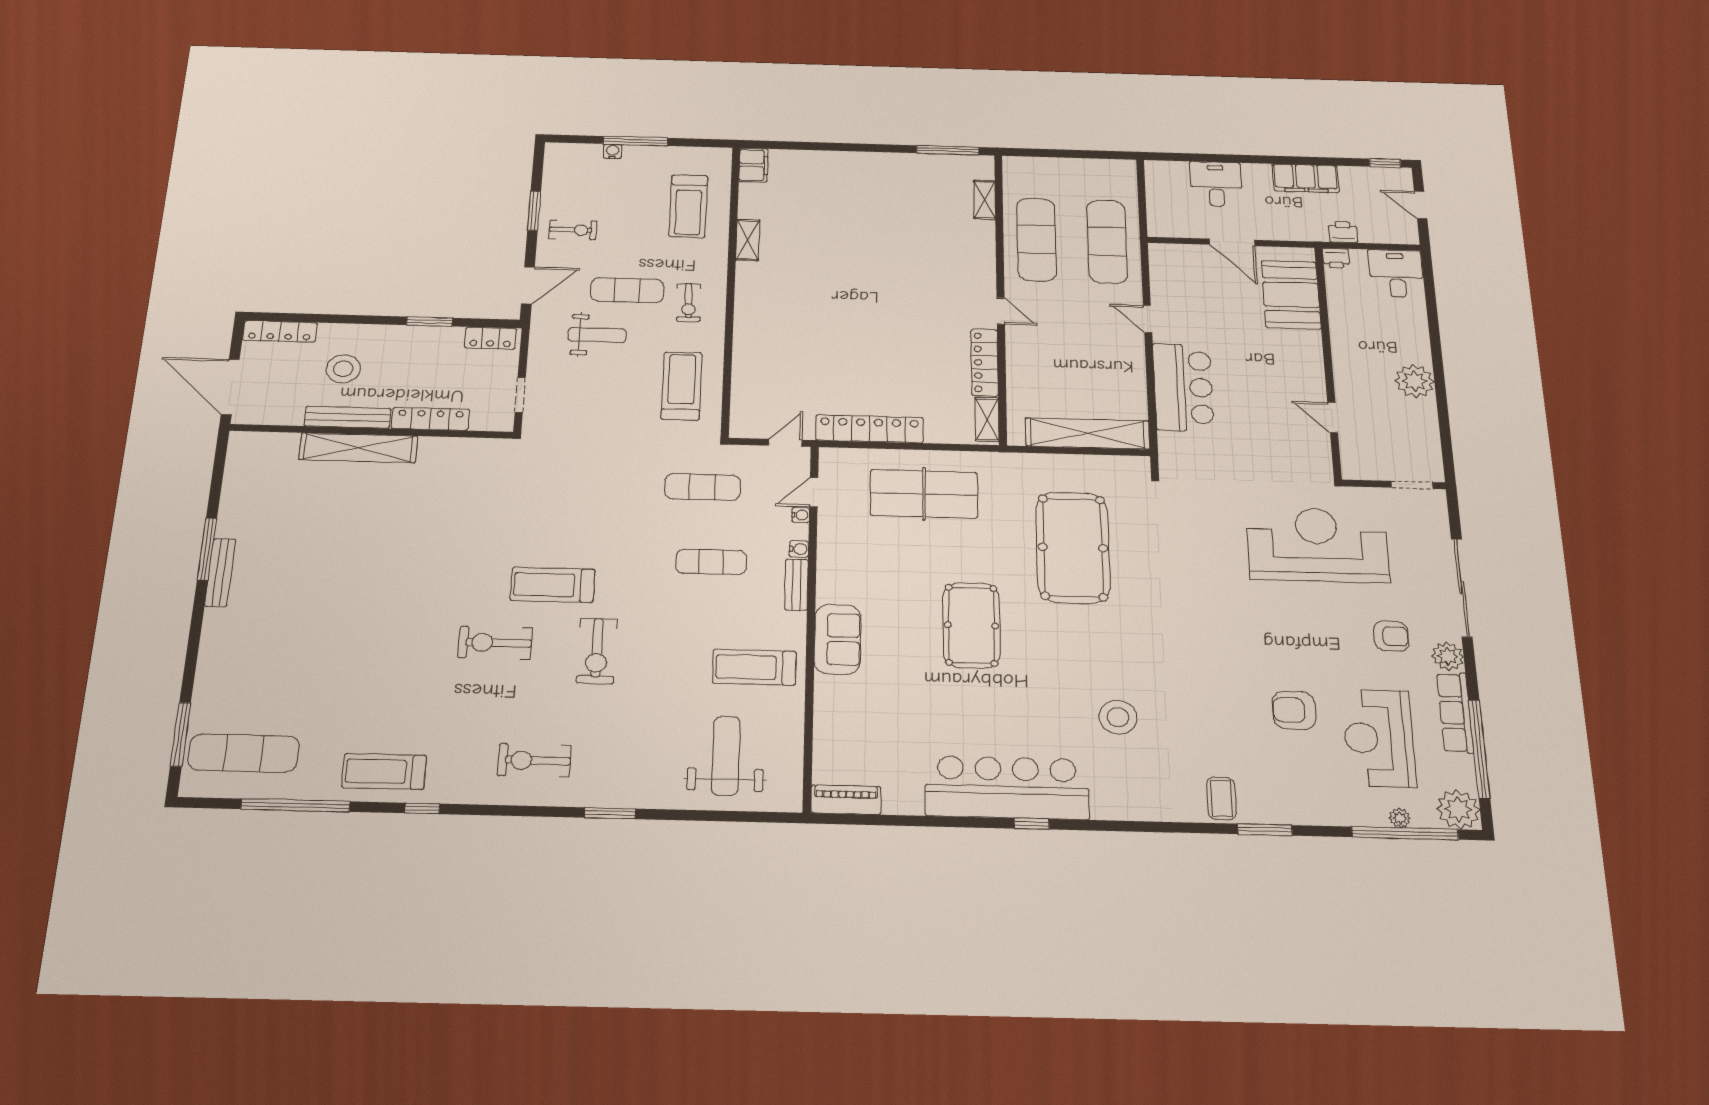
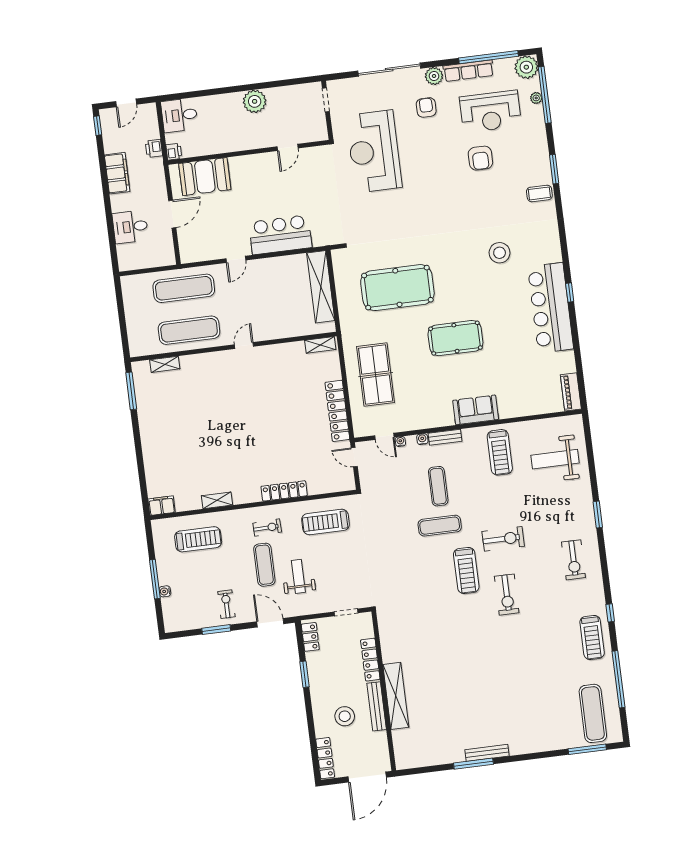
locker: (985, 362) -> (284, 491), moved, turned 180
exercise mat: (702, 487) -> (440, 526), moved, turned 90

